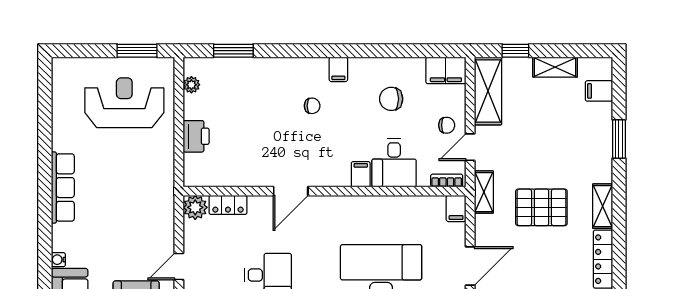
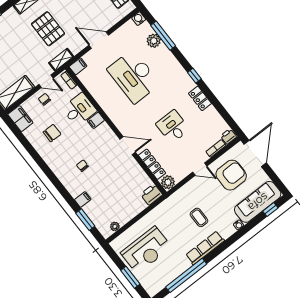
window: (137, 51) -> (130, 277), moved
filing cabinet: (338, 69) -> (83, 199), moved
chair: (391, 99) -> (52, 133), turned -90
reception desk: (124, 103) -> (146, 250), turned -90
window: (45, 131) -> (186, 275), added
printer: (196, 136) -> (152, 194), moved
locker: (228, 205) -> (152, 164), width x1.53
coffee table: (112, 212) -> (199, 217), added

